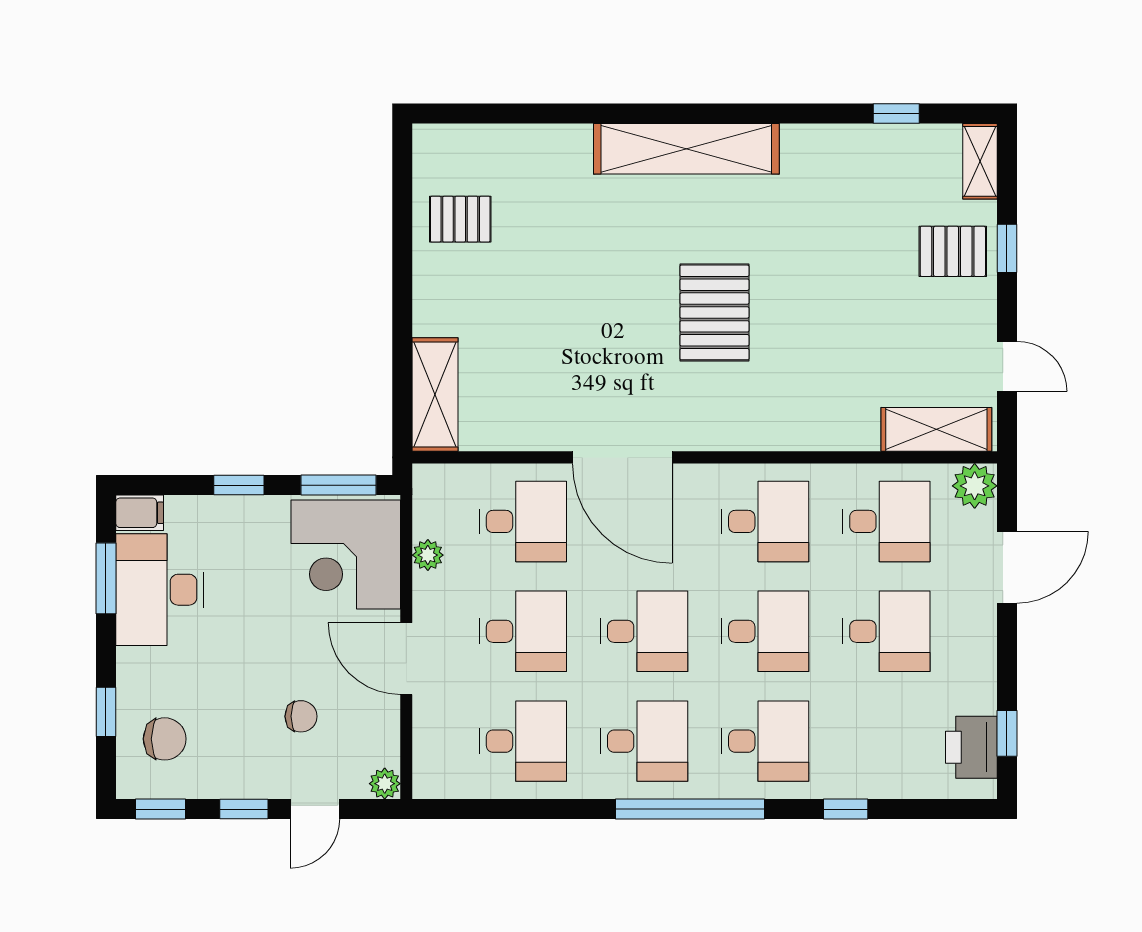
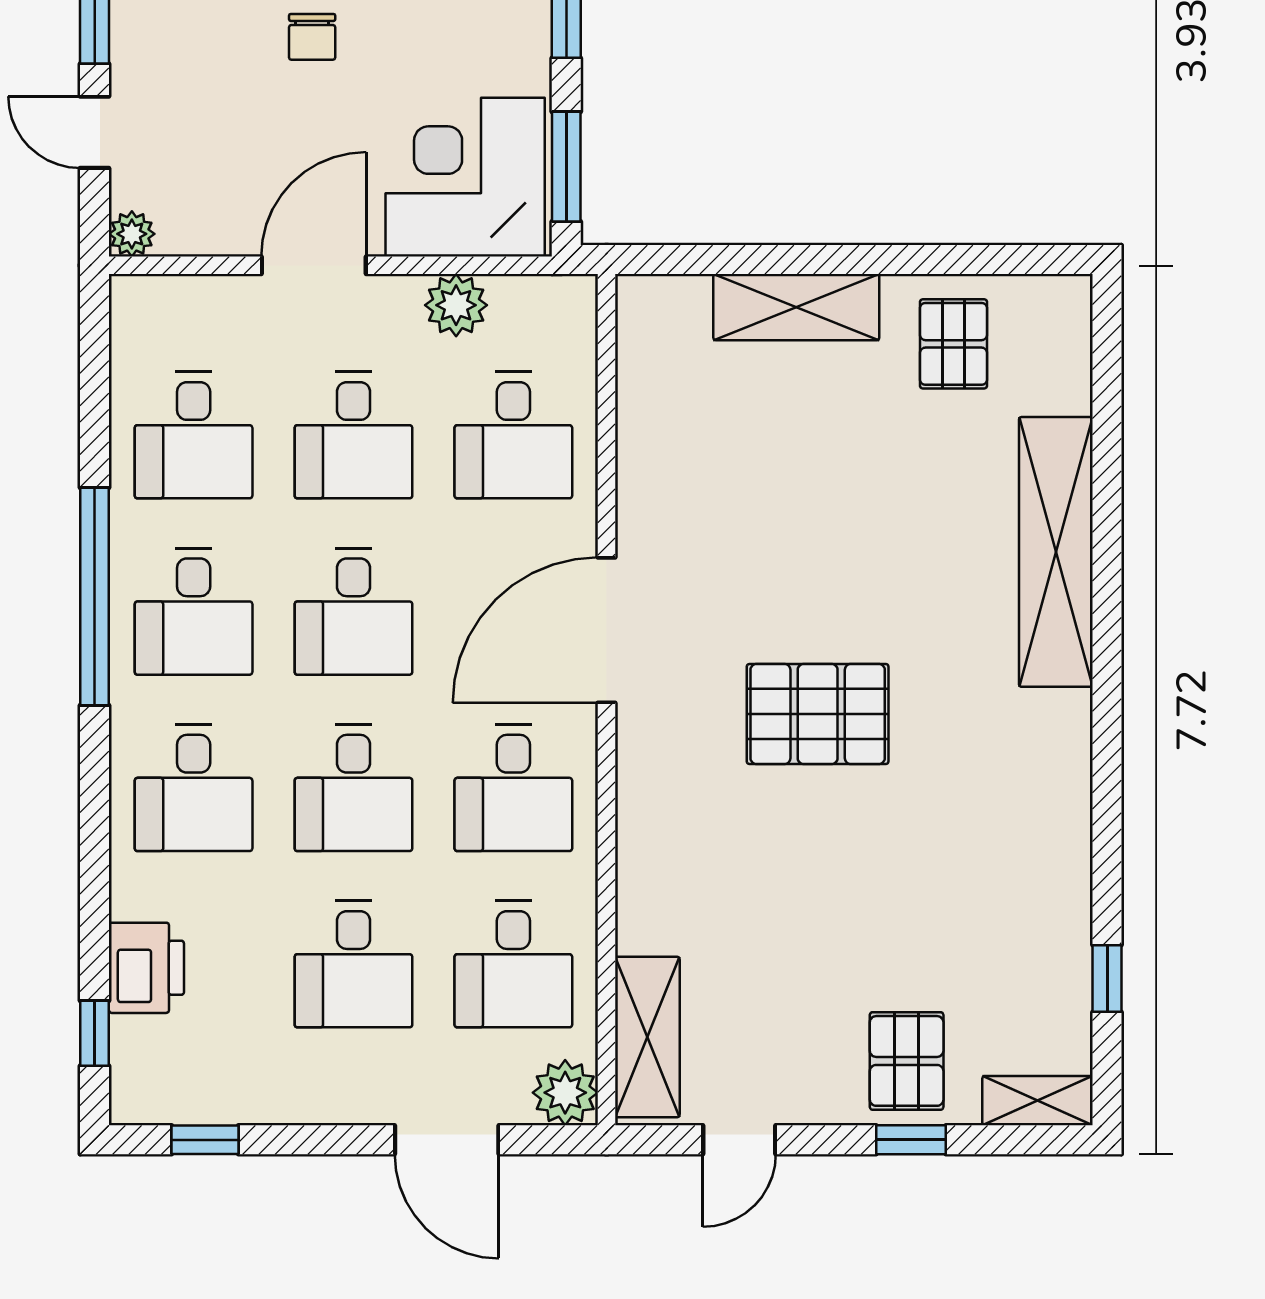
shelving: (686, 149) -> (1056, 552), moved
shelving: (435, 395) -> (796, 307), moved
door: (622, 457) -> (607, 630), moved
plant: (428, 555) -> (456, 305), width x1.38, depth x1.38
chair: (301, 716) -> (312, 37), moved
printer: (971, 747) -> (146, 968), moved, turned 90
window: (690, 809) -> (95, 596), moved
window: (846, 809) -> (95, 1033), moved

